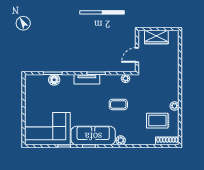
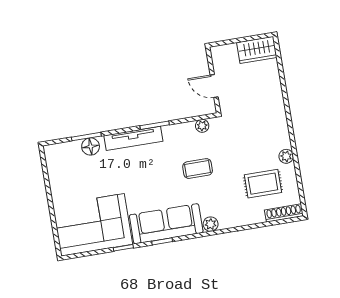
wardrobe: (156, 37) -> (257, 50), moved
door: (137, 55) -> (214, 86), hinge flipped
tv unit: (87, 79) -> (133, 138), width x1.41

